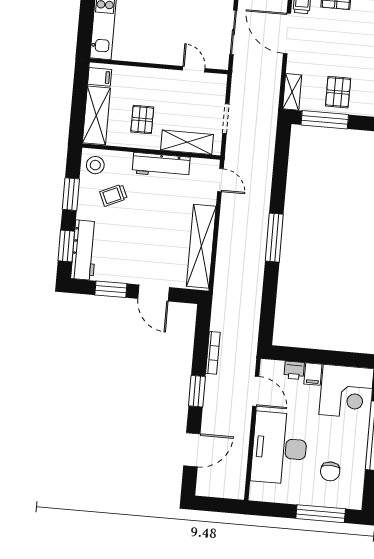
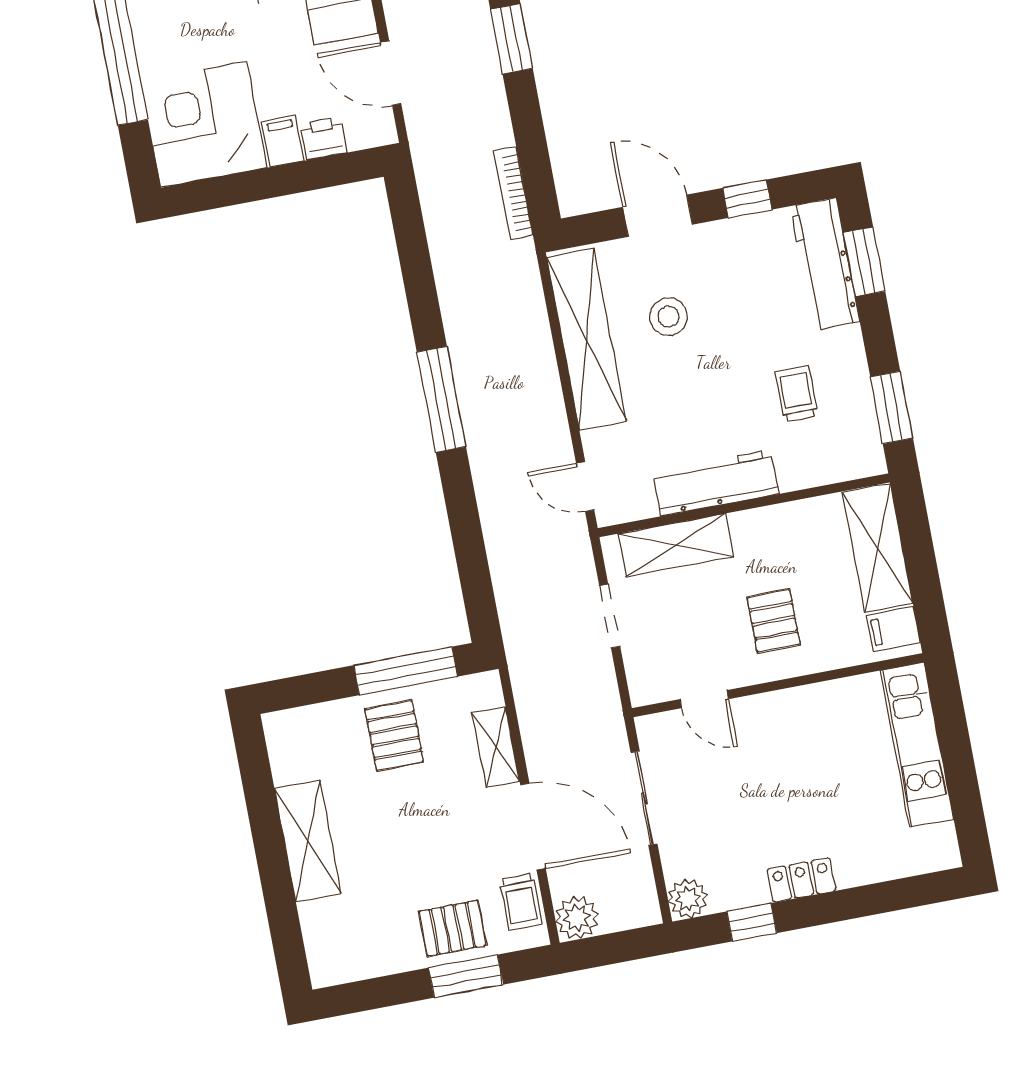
shelving: (292, 92) -> (496, 747), moved
pallet: (142, 120) -> (774, 621), moved
stool: (95, 165) -> (668, 317), moved
window: (71, 194) -> (892, 407), moved
trolley: (113, 195) -> (797, 394), turned -66
window: (111, 289) -> (747, 199), width x0.67
bookcase: (213, 353) -> (513, 193), moved

